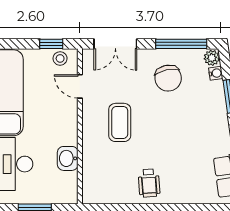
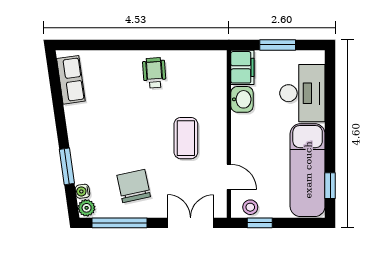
filing cabinet: (67, 188) -> (242, 67), added

